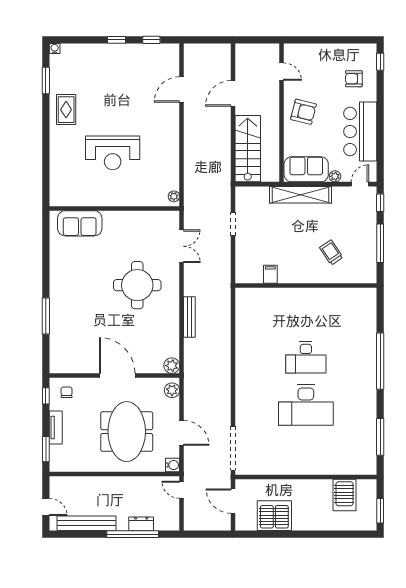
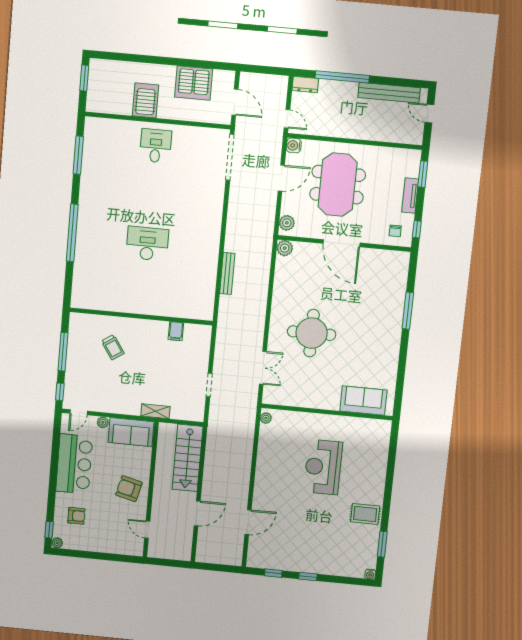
plant: (371, 49) -> (57, 543), added
rug: (66, 110) -> (365, 514), turned 90
reception desk: (113, 153) -> (323, 467), turned -90
shelving: (300, 195) -> (155, 411), width x0.45, depth x0.75
double door: (182, 246) -> (263, 368), swing flipped
bench: (189, 317) -> (227, 273), moved
desk: (306, 405) -> (156, 146), moved, width x0.53, depth x0.77
door: (182, 433) -> (281, 178), swing flipped
server rack: (344, 495) -> (146, 100), moved
dresser: (141, 524) -> (305, 85), moved

